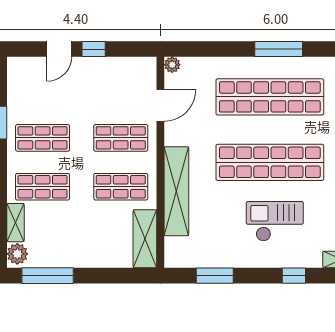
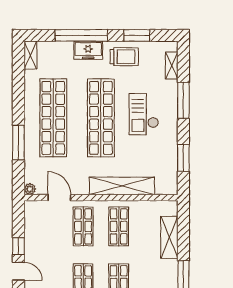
window: (279, 49) -> (18, 143), moved
shelving: (145, 239) -> (169, 237), moved, turned 90
window: (294, 276) -> (183, 100), width x2.17

